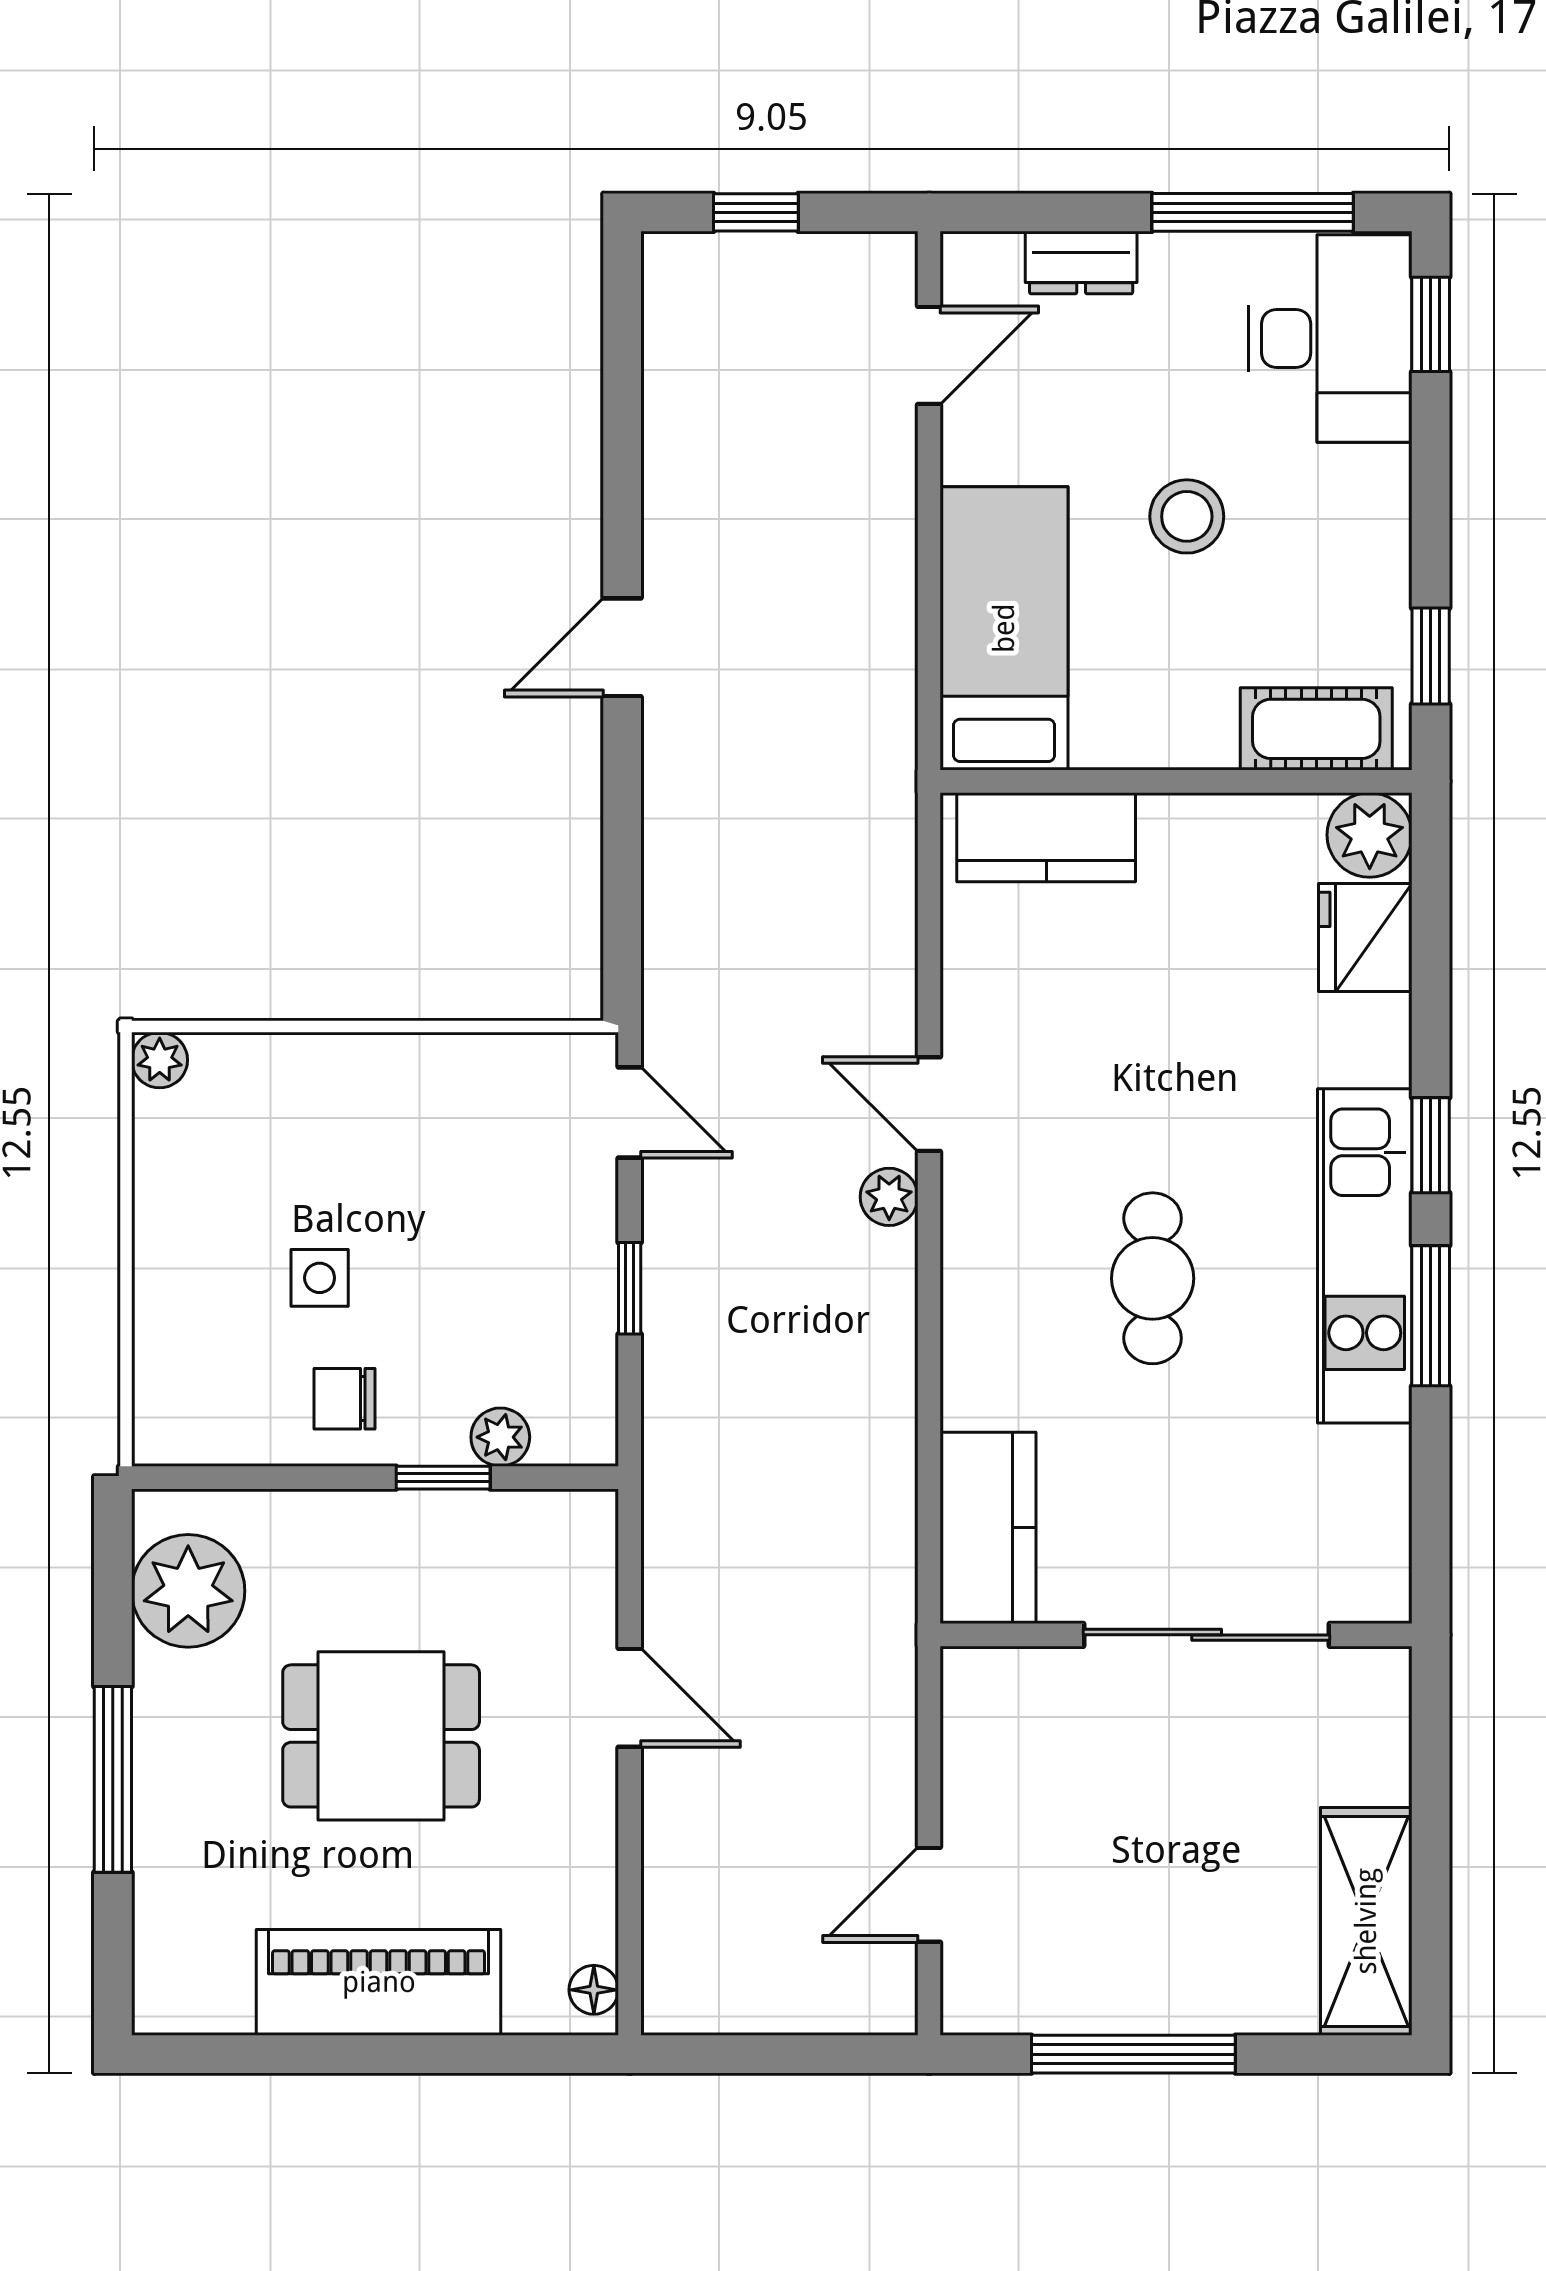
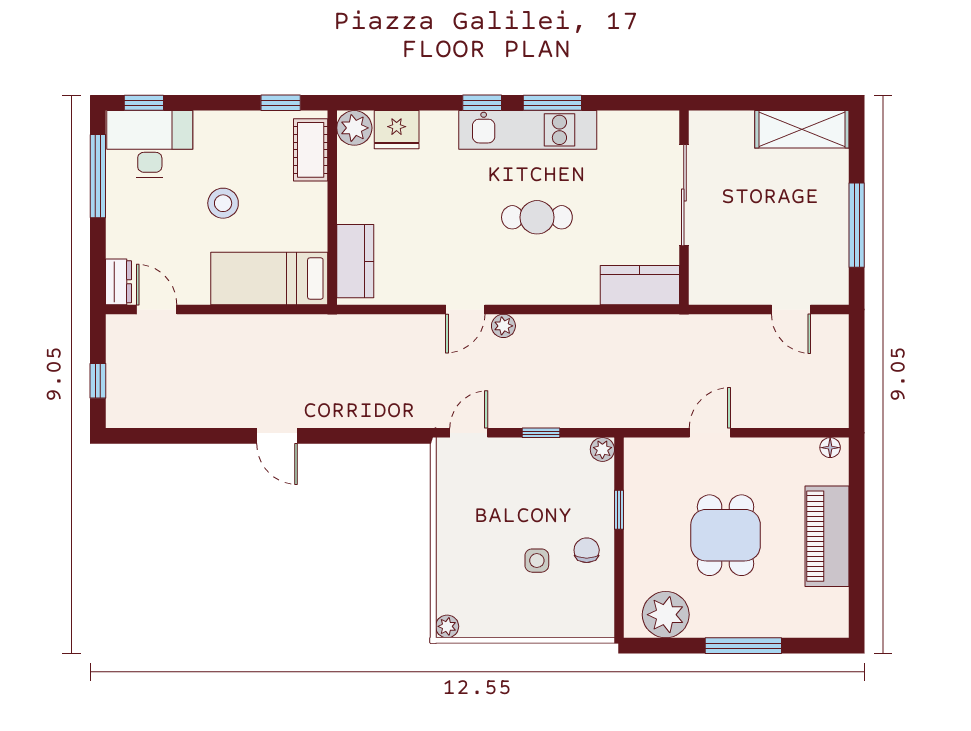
dresser: (1081, 263) -> (118, 282), moved
chair: (345, 1399) -> (587, 550), turned 180
plant: (500, 1437) -> (602, 449), moved

